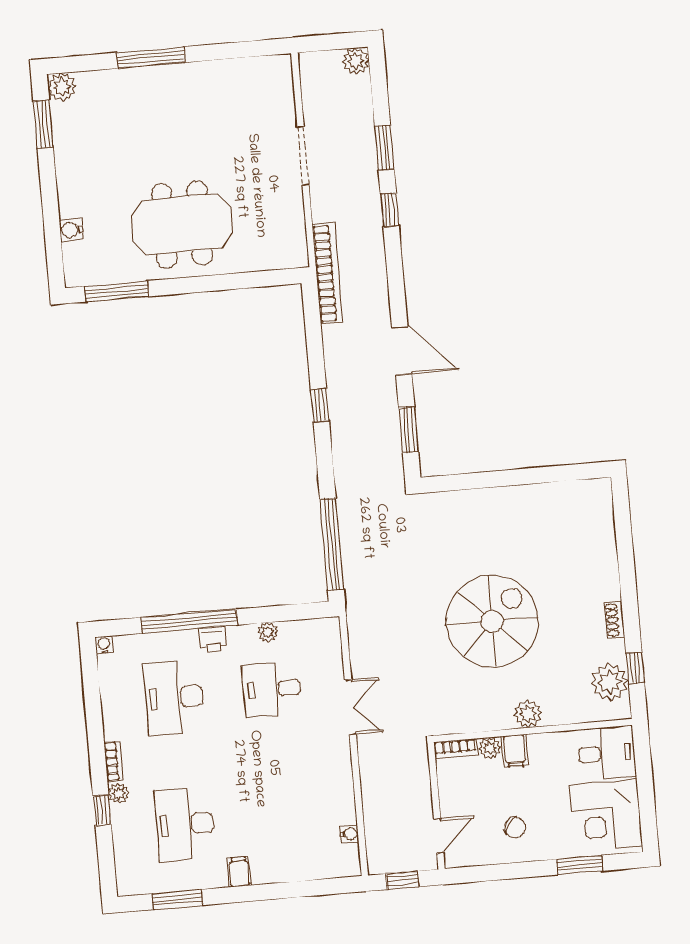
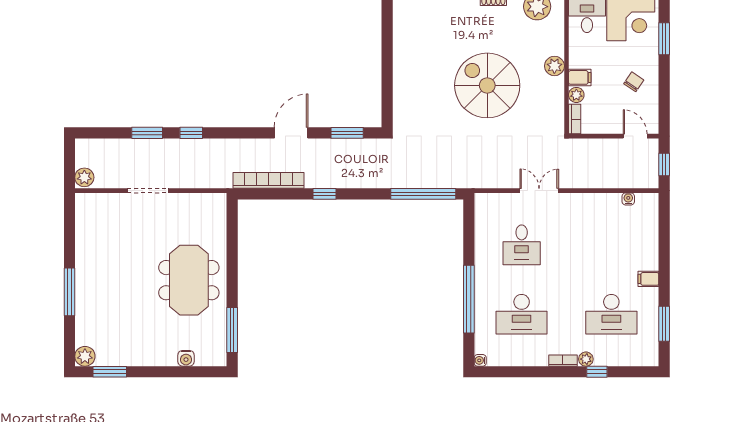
plant: (356, 61) -> (84, 177), moved
bookcase: (328, 273) -> (268, 180), moved
plant: (268, 632) -> (481, 244), removed
printer: (213, 639) -> (483, 283), removed

